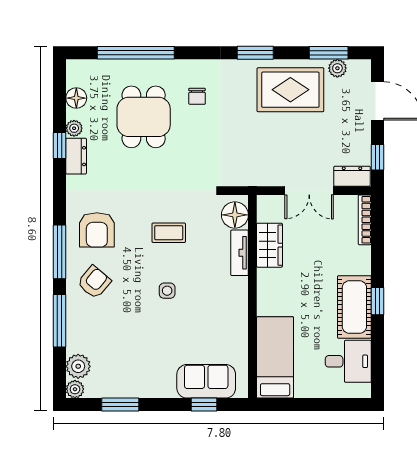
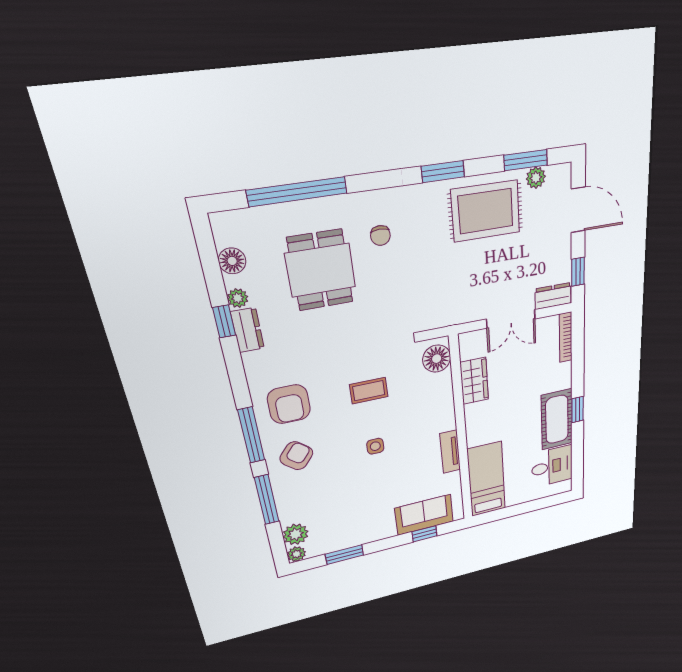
tv unit: (239, 253) -> (450, 452), moved

